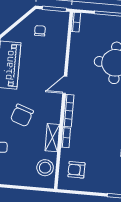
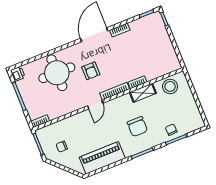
door: (65, 85) -> (95, 104), hinge flipped
chair: (22, 115) -> (137, 127), turned 71
armchair: (76, 170) -> (91, 71), moved

